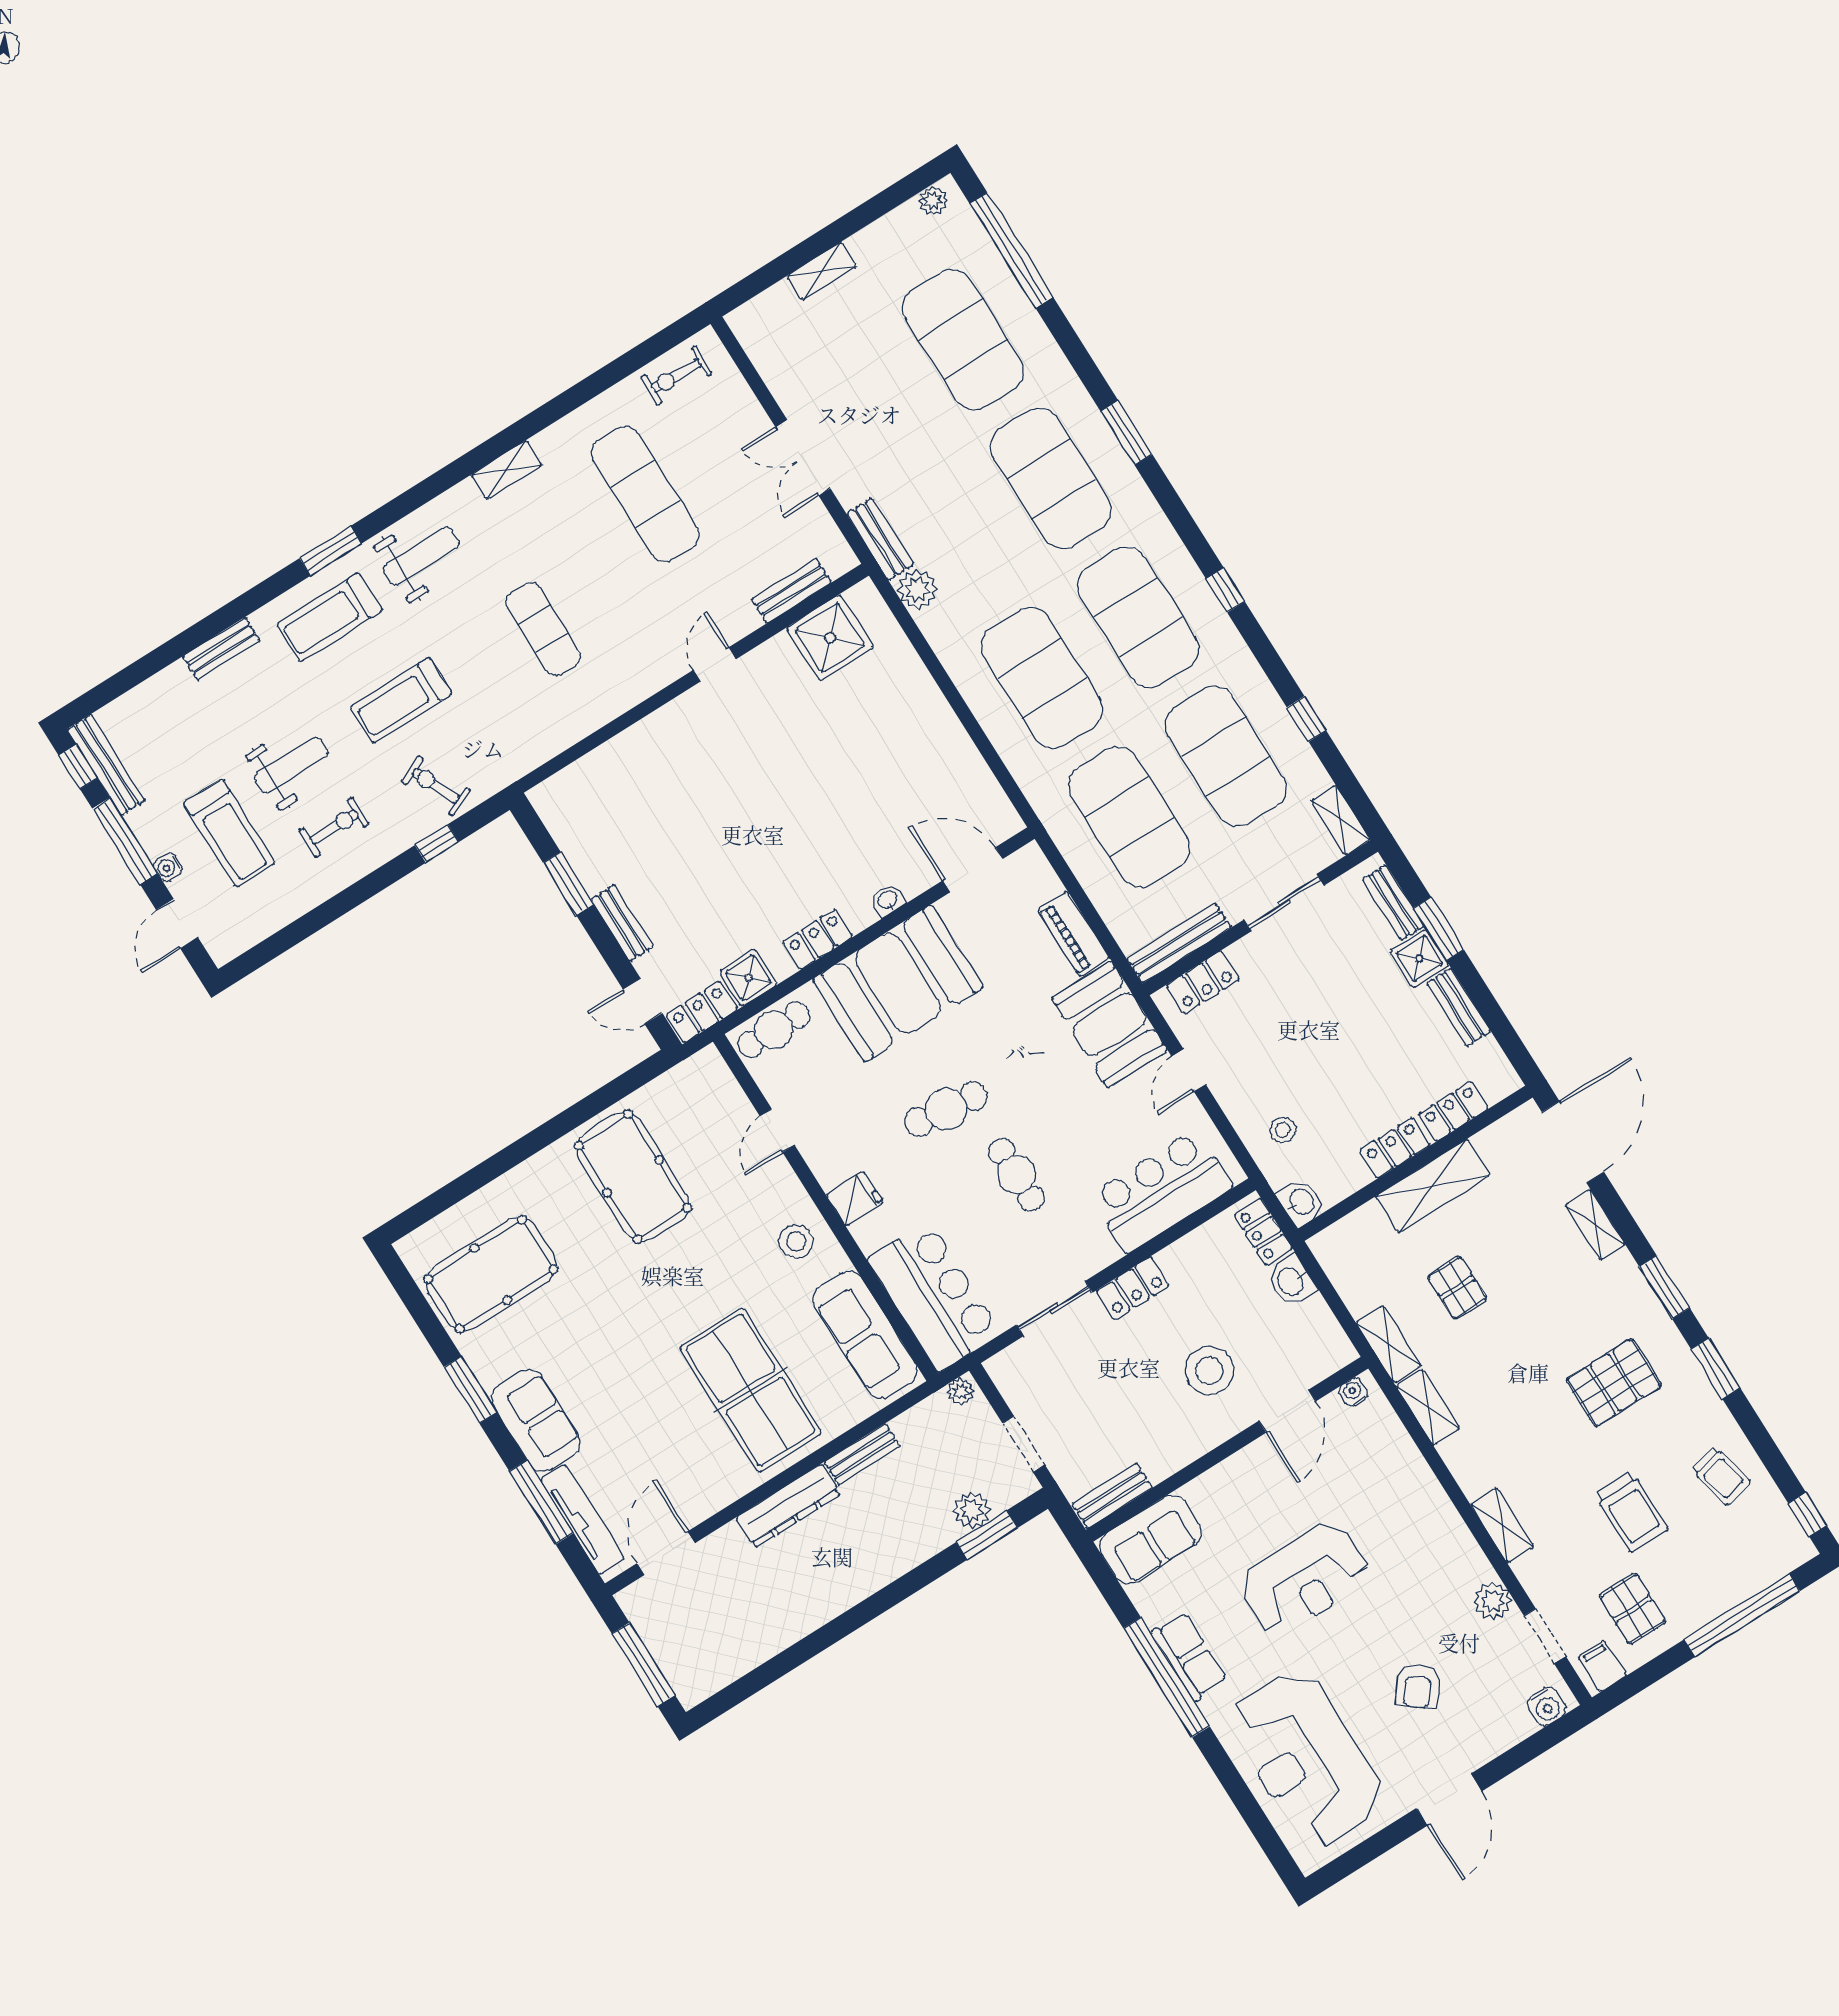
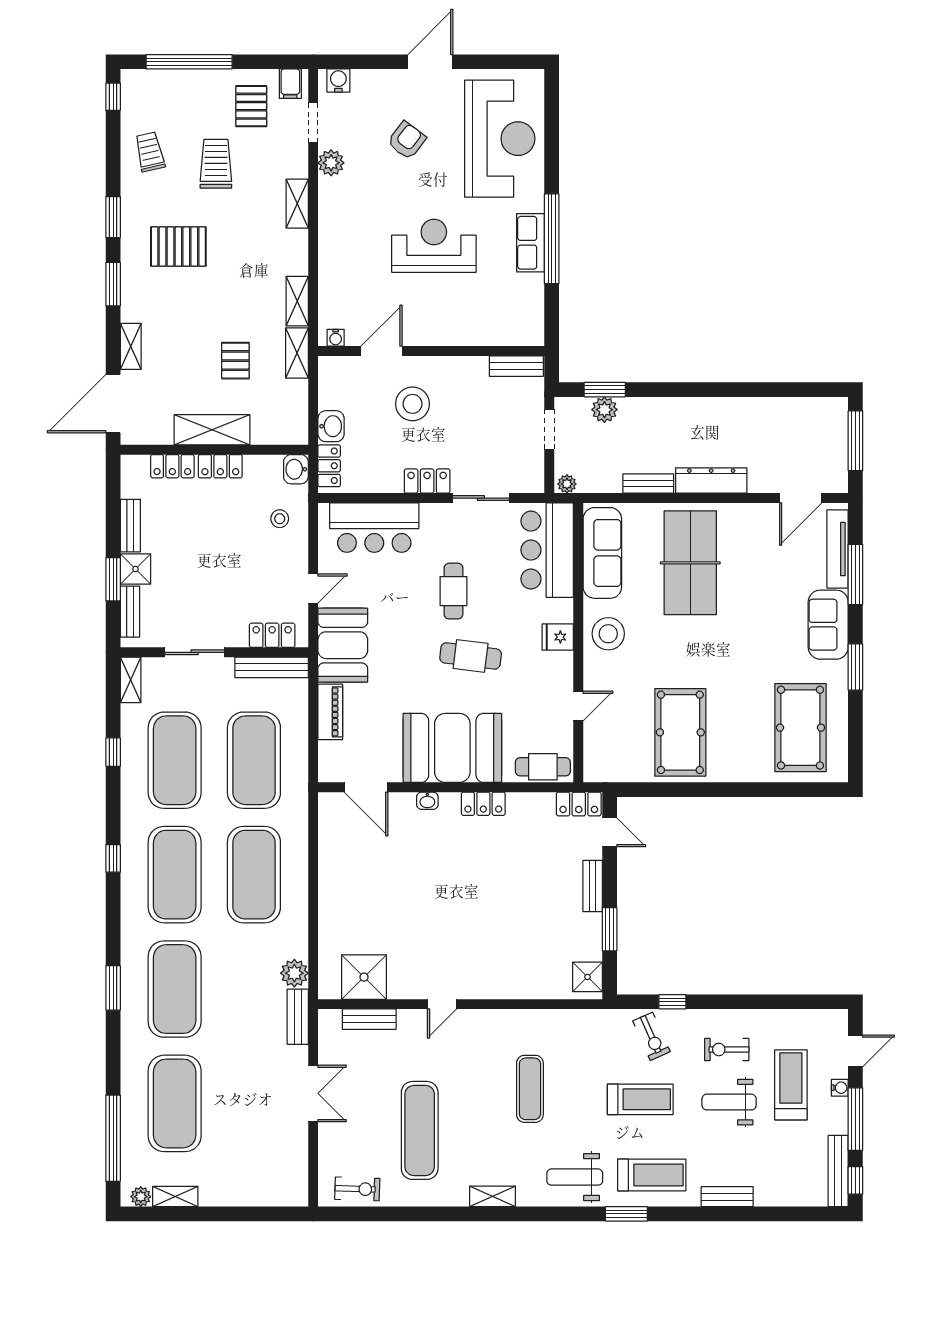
shelving: (822, 271) -> (175, 1196), moved
shower: (748, 978) -> (588, 977), moved
stool: (796, 1241) -> (608, 634), width x1.38, depth x1.38
pool table: (491, 1274) -> (800, 728), turned 90
sofa: (1150, 1539) -> (510, 326), removed

